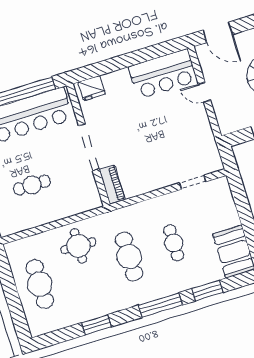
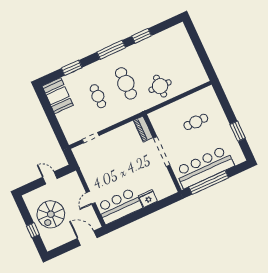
fridge: (92, 88) -> (148, 199), moved
door: (204, 92) -> (91, 198), swing flipped
cafe table: (40, 284) -> (182, 58), removed
window: (160, 305) -> (111, 50), moved

